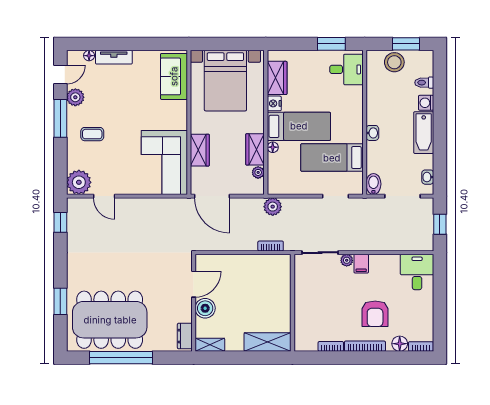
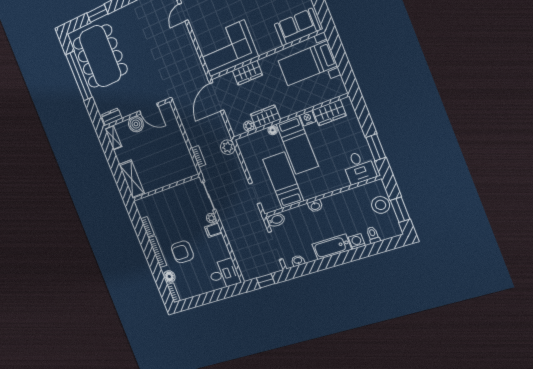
bed with nightstands: (225, 81) -> (307, 63), width x0.73

